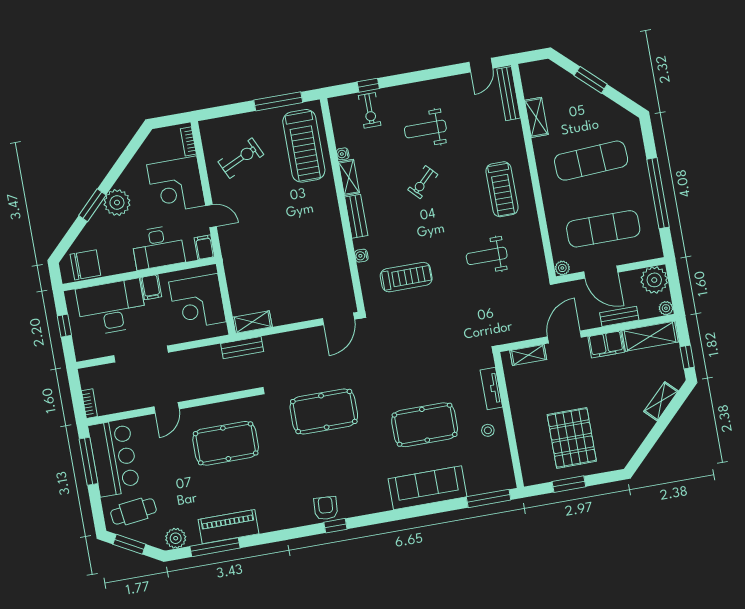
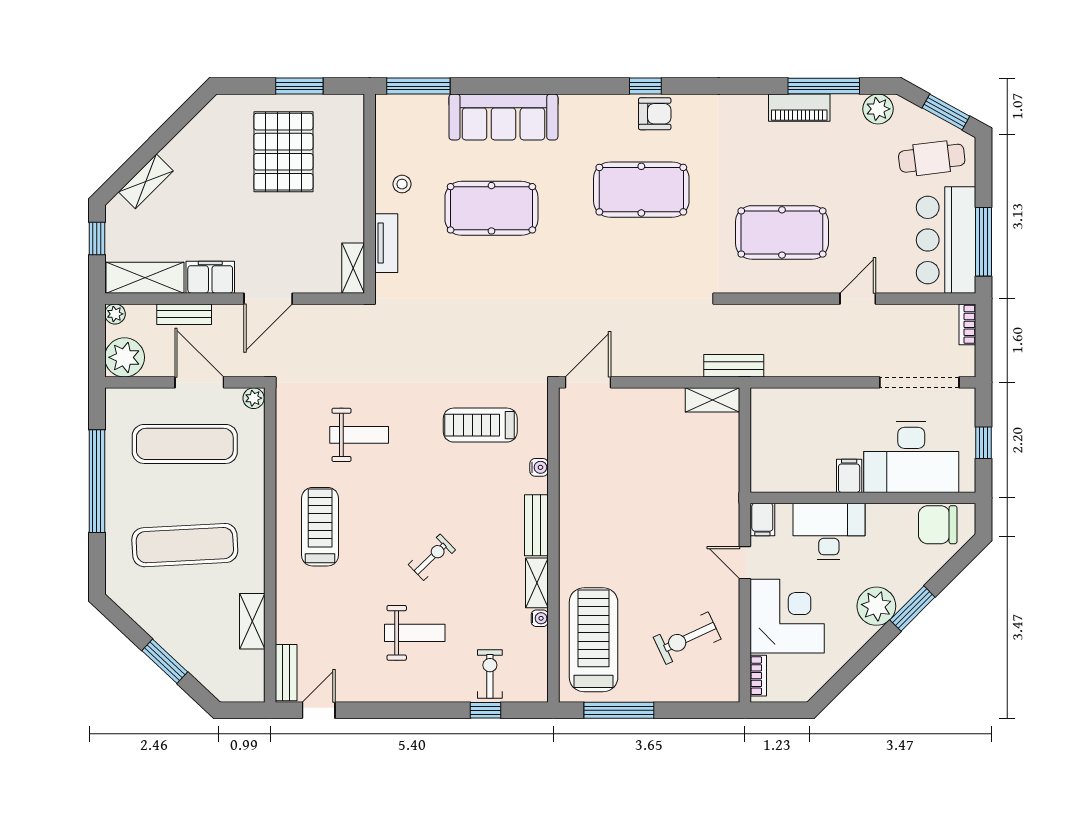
bench: (509, 94) -> (286, 673), width x0.73
corner desk: (197, 302) -> (786, 443), removed
doorway: (141, 354) -> (919, 382), moved
shelving: (528, 355) -> (353, 268), moved, turned 90
pool table: (324, 411) -> (641, 190), moved
armchair: (326, 508) -> (655, 114), turned -94
piano: (228, 527) -> (799, 108), width x0.73, depth x0.75

